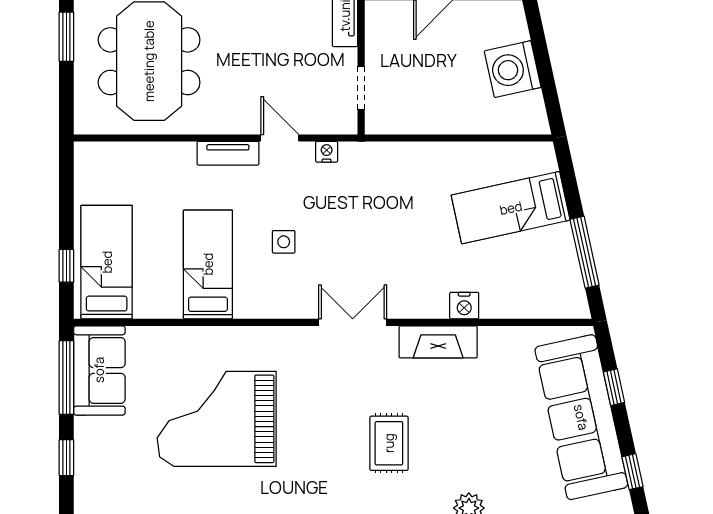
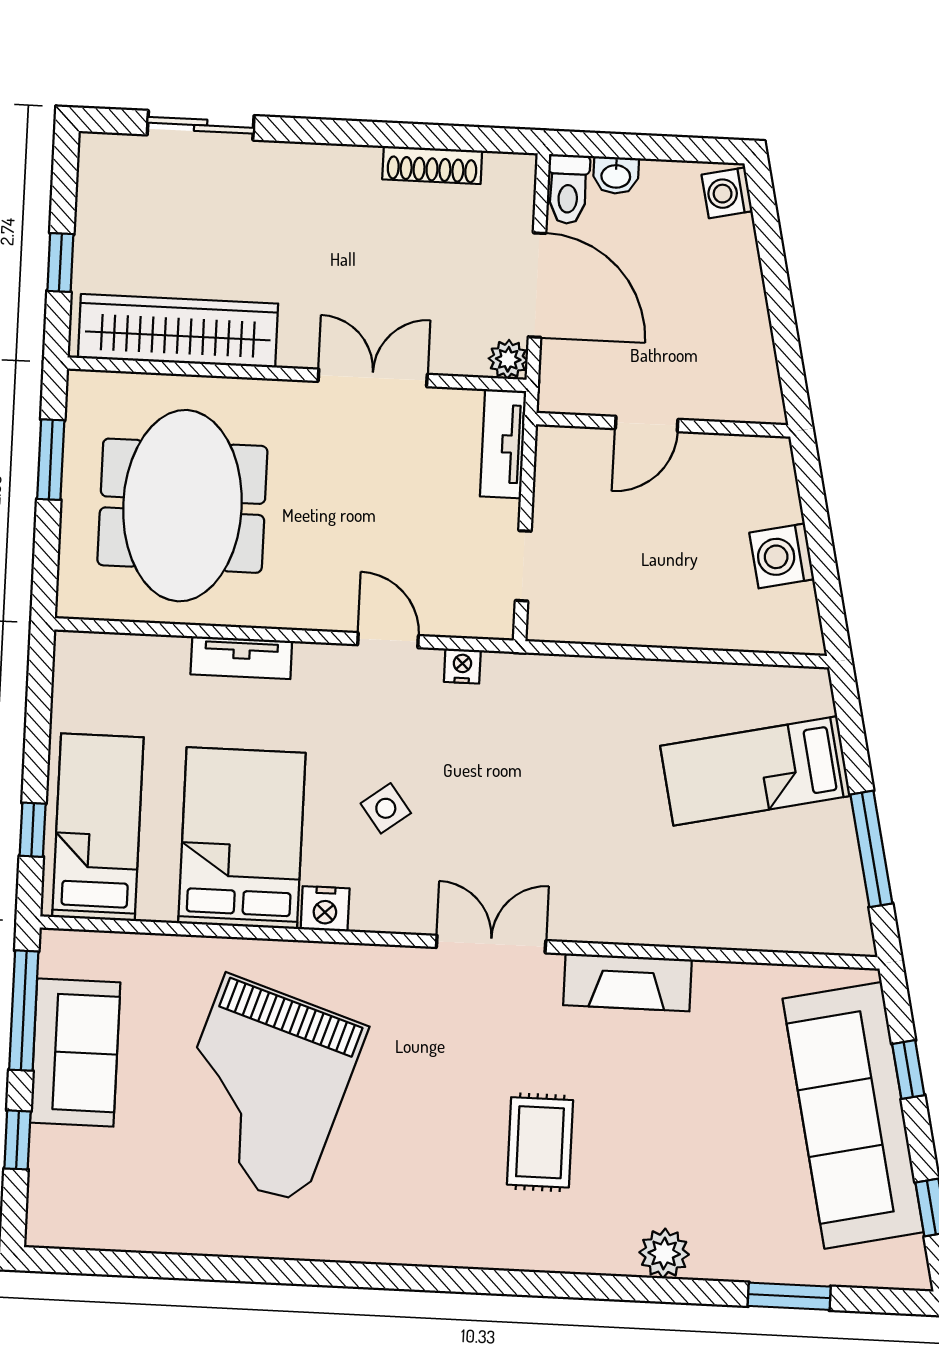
washing machine: (513, 69) -> (782, 556), width x0.73, depth x0.73
tv unit: (228, 153) -> (241, 658), moved
side table: (284, 242) -> (386, 808), turned -37
bed: (208, 264) -> (242, 838), width x1.50
nightstand: (464, 306) -> (325, 909), moved
sofa: (99, 370) -> (75, 1053), moved
grand piano: (217, 419) -> (264, 1089), turned -72

